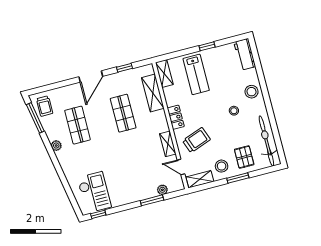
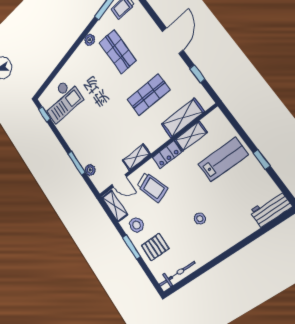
shelving: (164, 74) -> (191, 136), moved
lab bench: (196, 74) -> (223, 159), turned 180
door: (91, 77) -> (173, 41), swing flipped
stool: (251, 92) -> (230, 232), removed
shop shelf: (78, 125) -> (118, 52), turned 90
bicycle: (266, 141) -> (177, 274), width x0.73, depth x0.71
door: (181, 167) -> (119, 181), swing flipped

